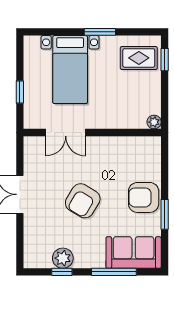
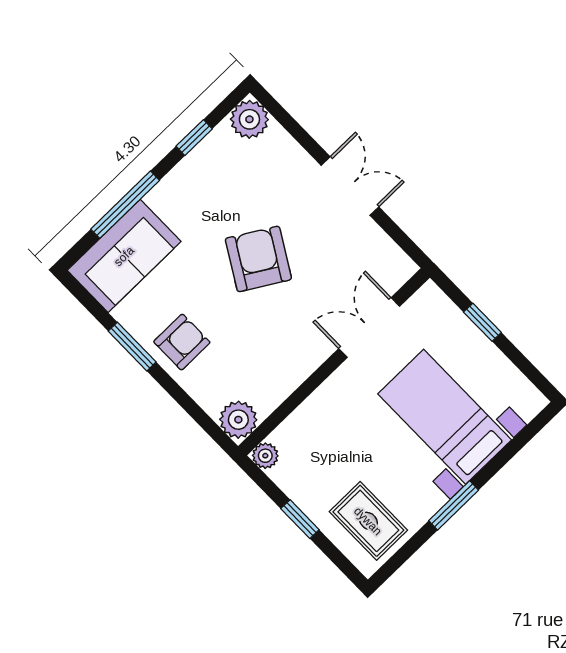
rug: (139, 58) -> (368, 521), turned 90
window: (165, 60) -> (300, 519), moved
plant: (151, 146) -> (238, 420), added
armchair: (144, 197) -> (182, 342), width x0.72, depth x0.72
plant: (63, 258) -> (249, 119), moved

